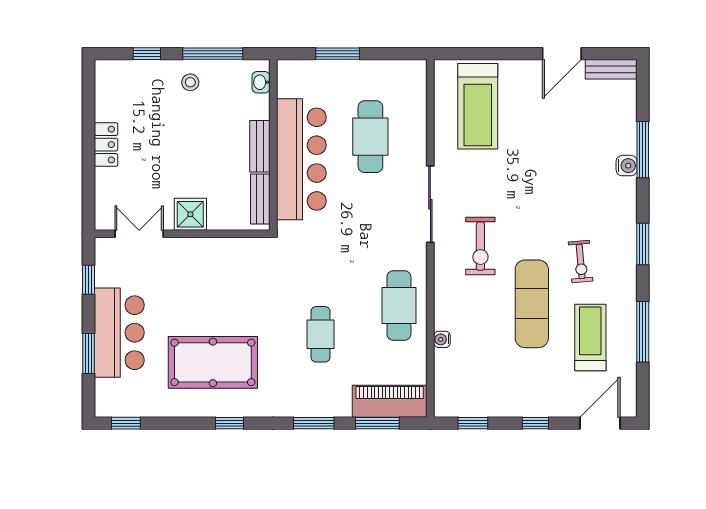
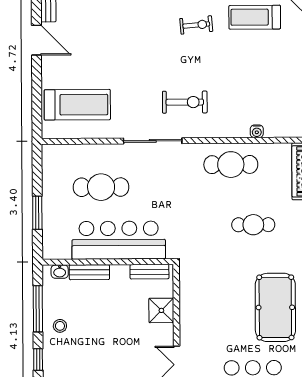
bench: (260, 146) -> (89, 272), moved
shower: (190, 214) -> (161, 310), moved
exercise mat: (532, 304) -> (229, 62), removed

